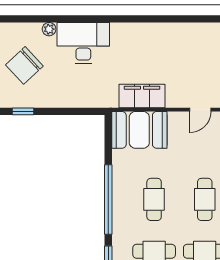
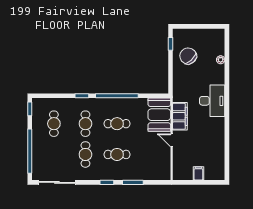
desk: (83, 43) -> (212, 101), moved
chair: (24, 65) -> (188, 56), moved
door: (200, 110) -> (172, 140), moved

